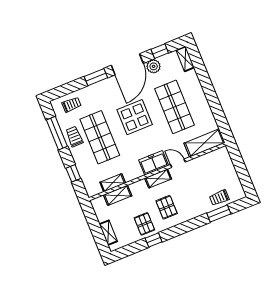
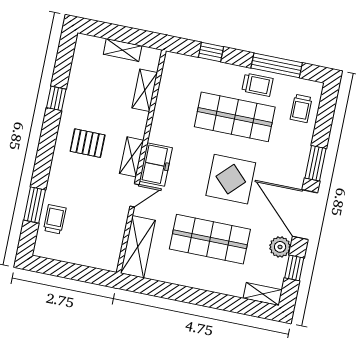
shelving: (113, 183) -> (165, 95), removed
pallet: (144, 224) -> (85, 100), removed
shelving: (108, 233) -> (123, 50), moved

